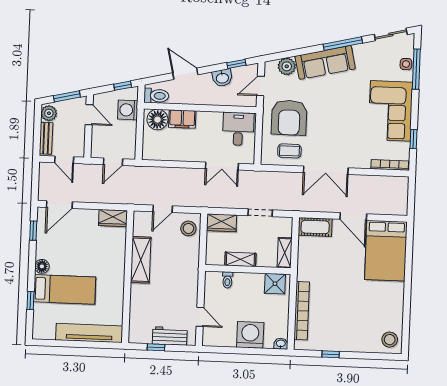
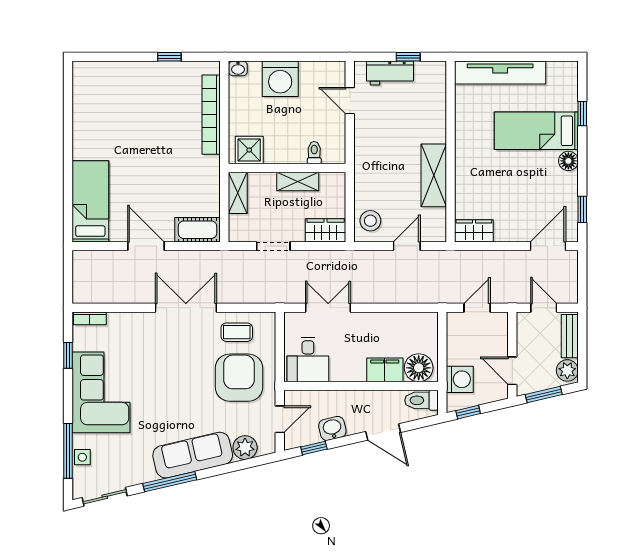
bookcase: (390, 165) -> (90, 318), width x0.64
bed: (386, 251) -> (90, 201), width x0.67
stool: (390, 340) -> (89, 80), removed

